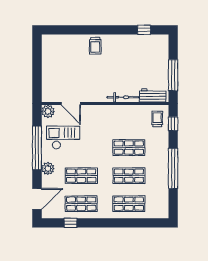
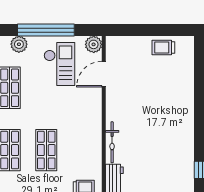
trolley: (95, 46) -> (163, 48), moved

